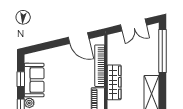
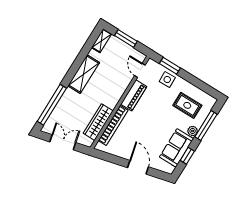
door: (79, 38) -> (138, 167), moved
wardrobe: (114, 82) -> (98, 122), moved

